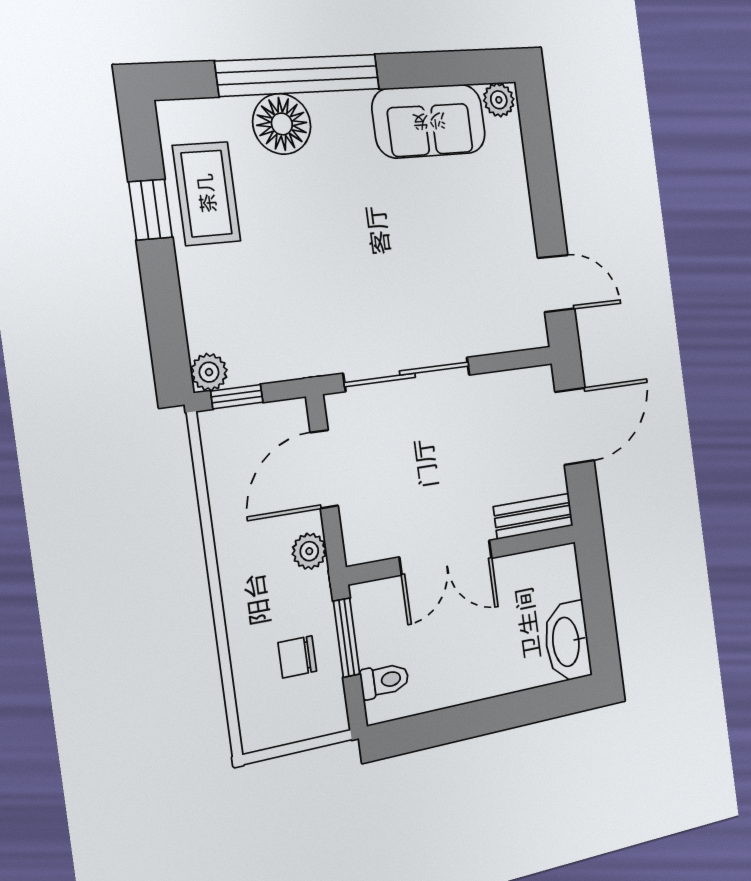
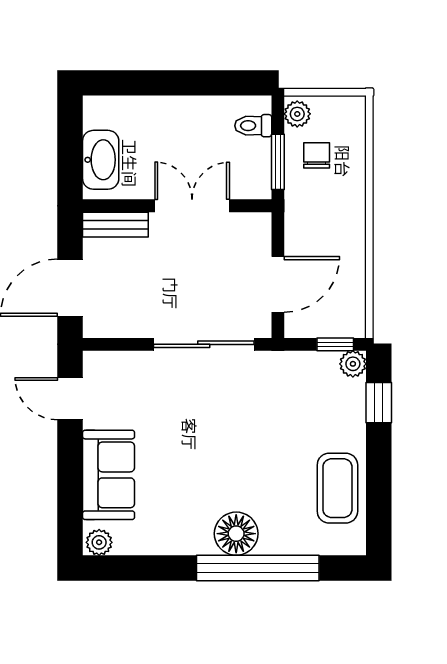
sofa: (429, 121) -> (109, 475), moved, turned 90
floor lamp: (282, 124) -> (236, 534), moved
window: (151, 210) -> (379, 403), moved
plant: (309, 551) -> (297, 114), moved
washbasin: (567, 642) -> (101, 160), moved
chair: (297, 657) -> (317, 155), turned -90

